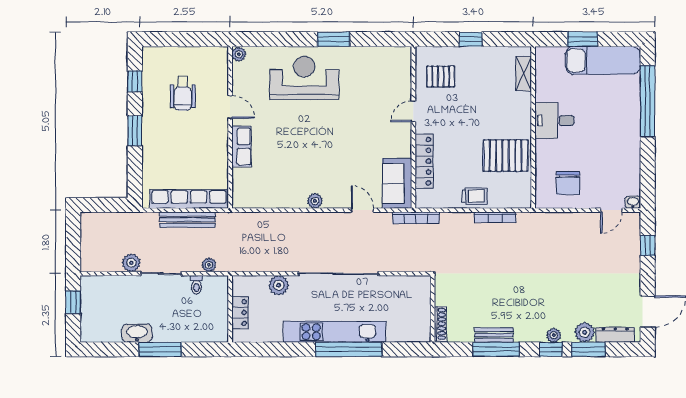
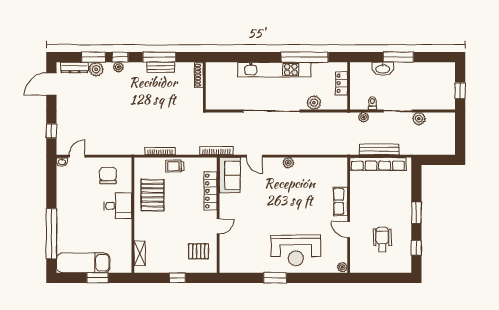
desk: (554, 121) -> (118, 206), moved
pallet: (506, 156) -> (152, 195), turned 90
washbasin: (137, 333) -> (383, 69), moved
window: (349, 349) -> (305, 57), moved

